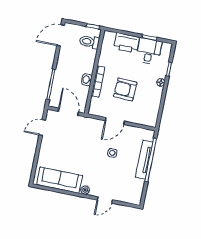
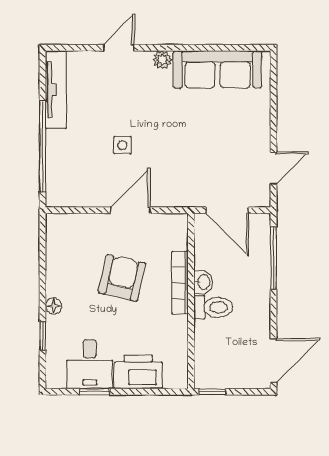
toilet: (89, 42) -> (213, 307), moved
armchair: (125, 89) -> (122, 278), turned -80
tv unit: (144, 160) -> (56, 89), moved

